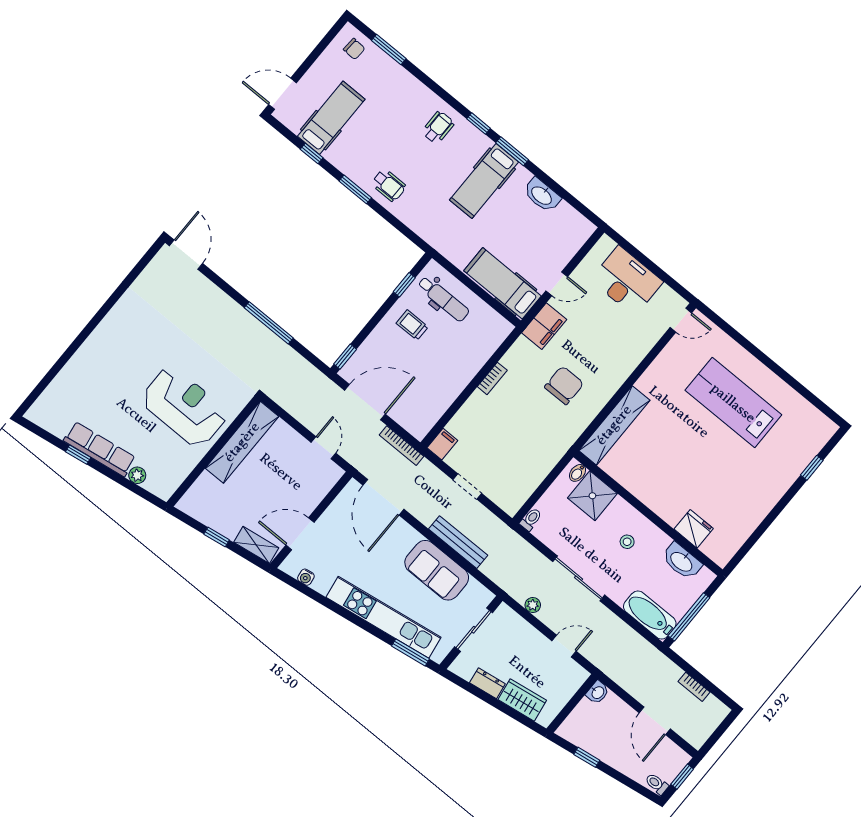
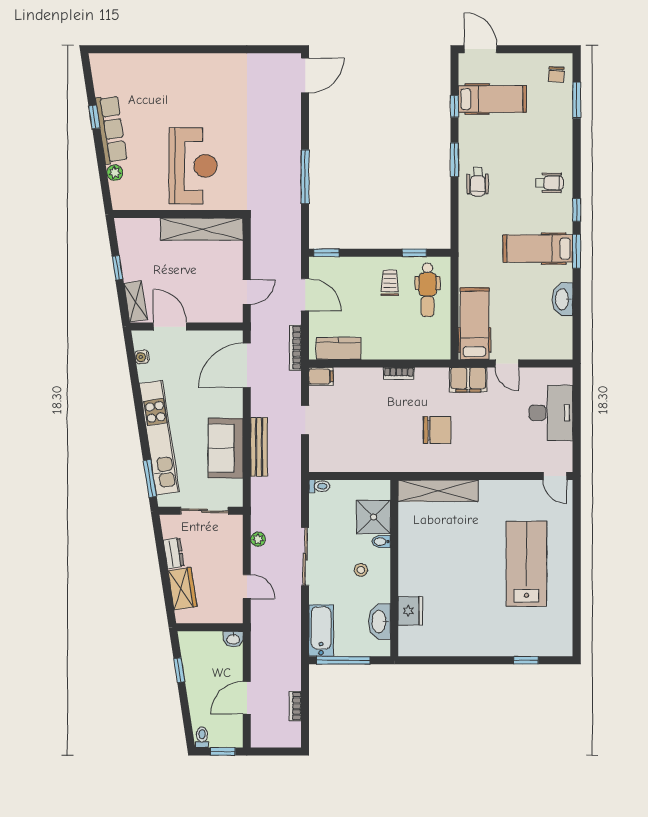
door: (365, 402) -> (305, 295), width x0.73
kitchen counter: (431, 411) -> (339, 348), added
bidet: (578, 473) -> (381, 542), moved

